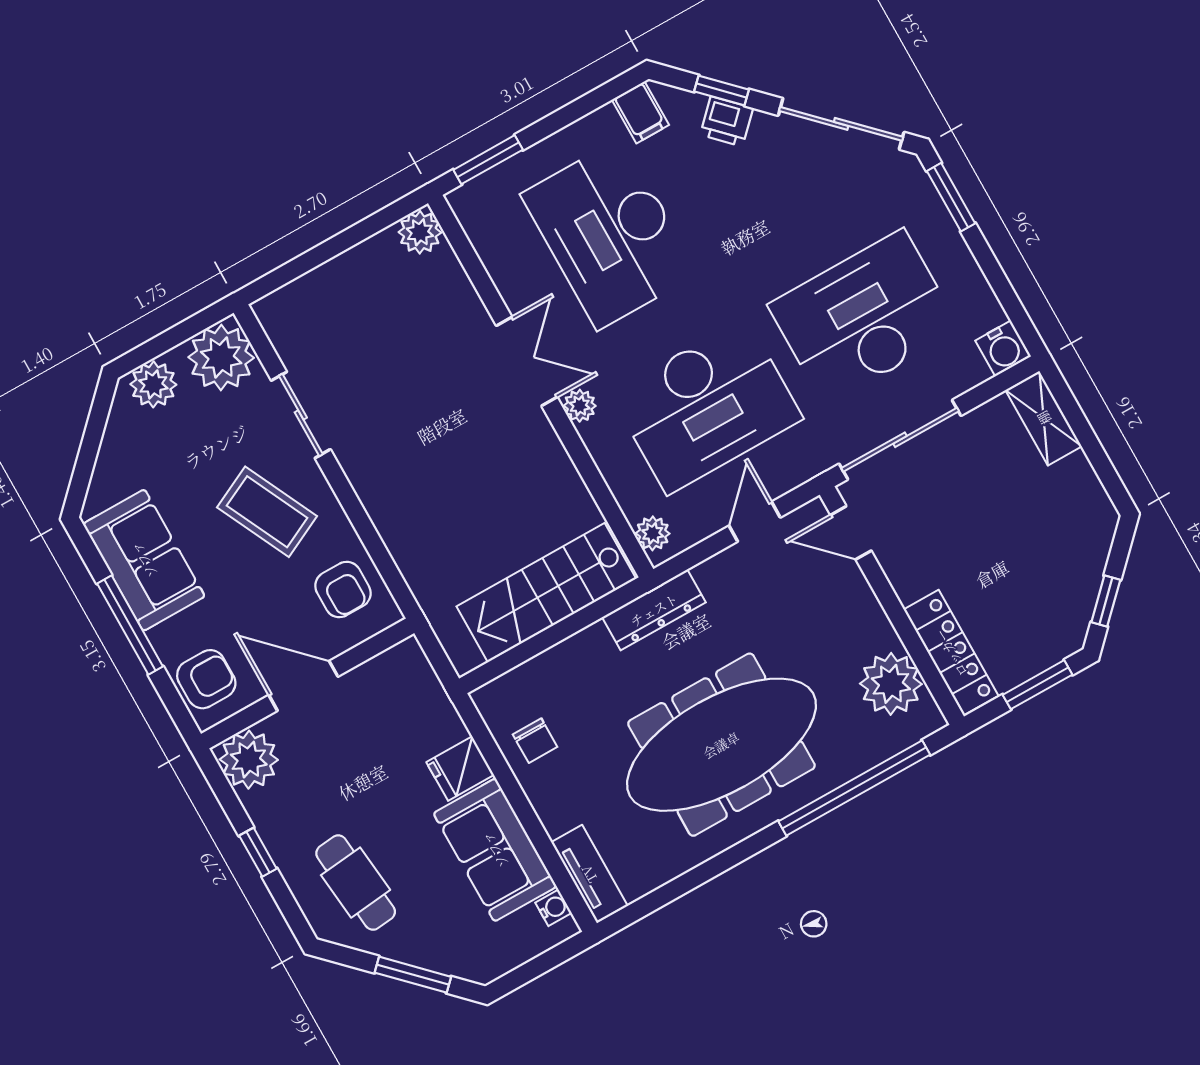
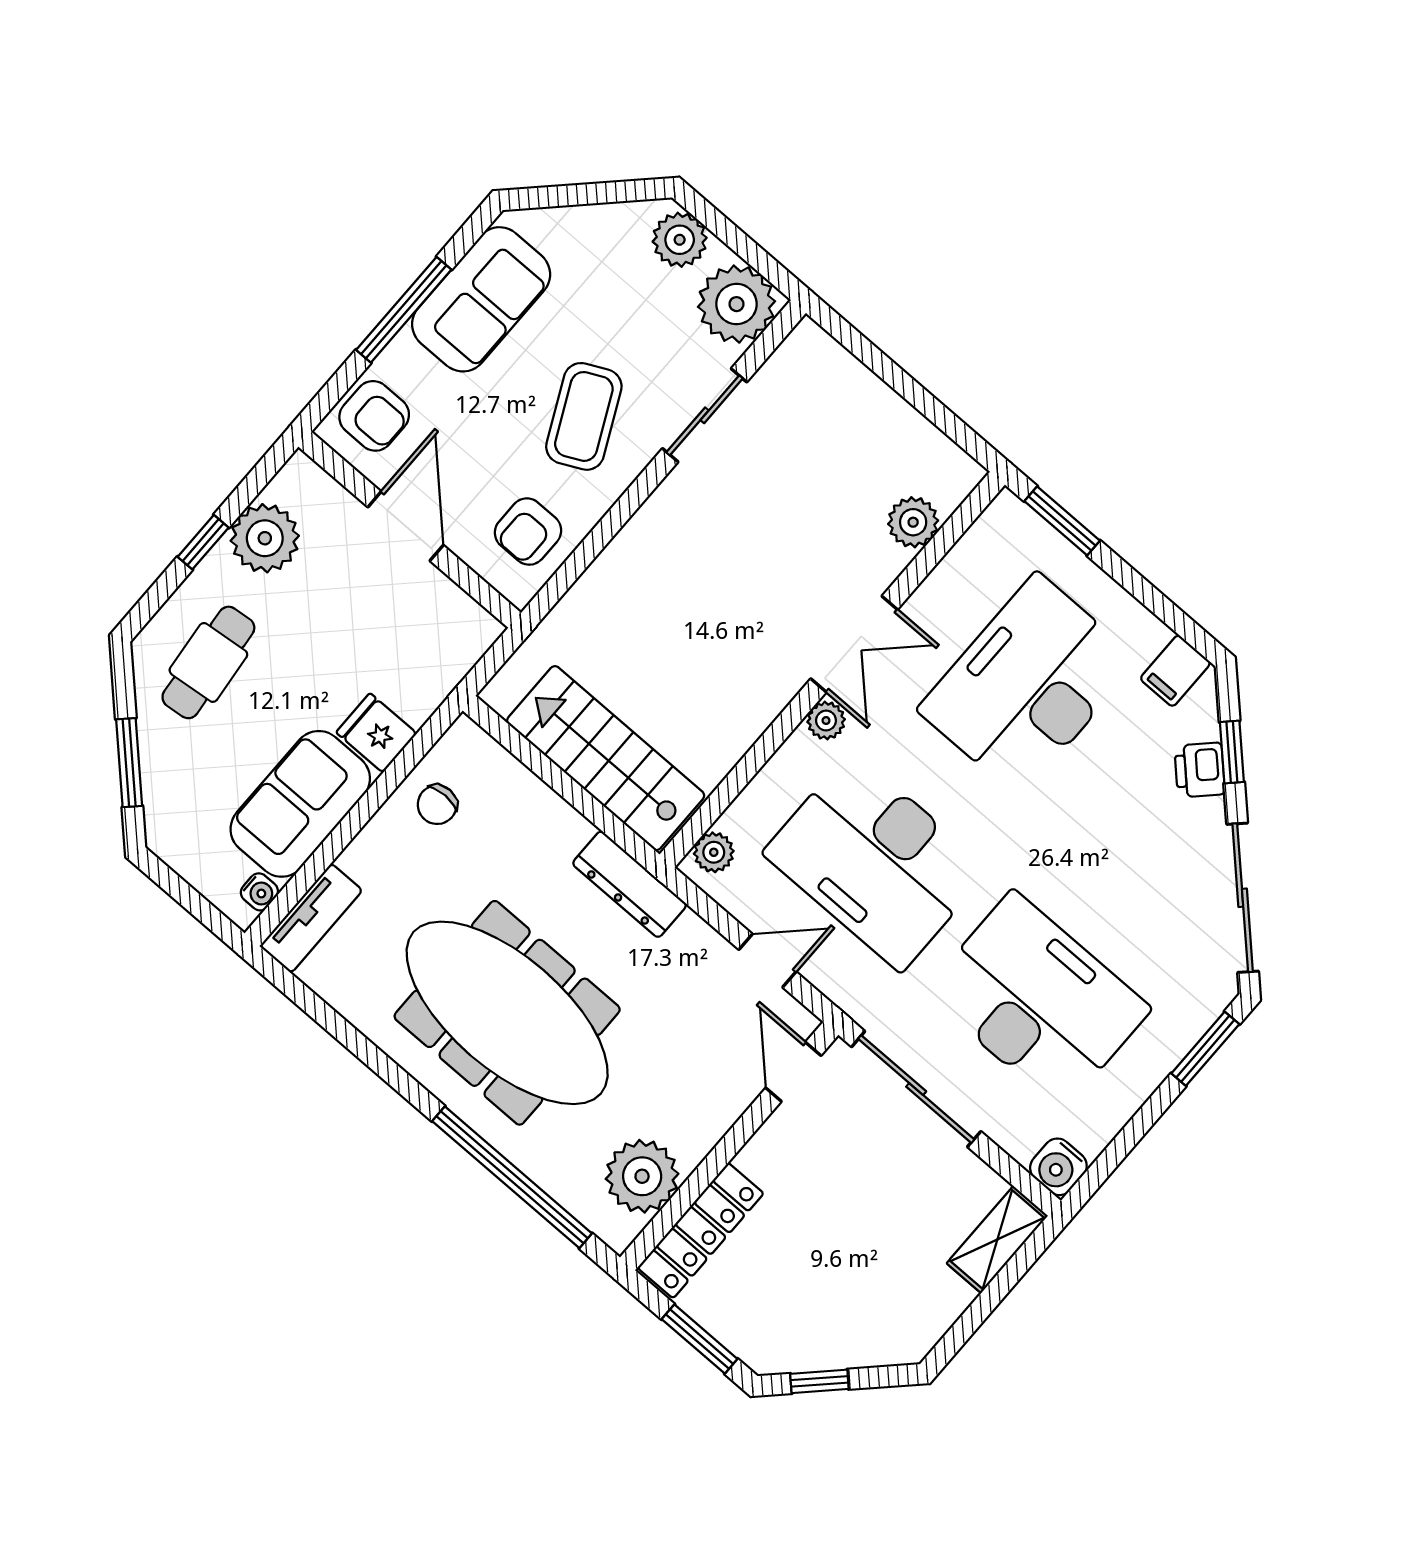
plant: (420, 232) -> (913, 522), moved
plant: (249, 760) -> (265, 538), moved

